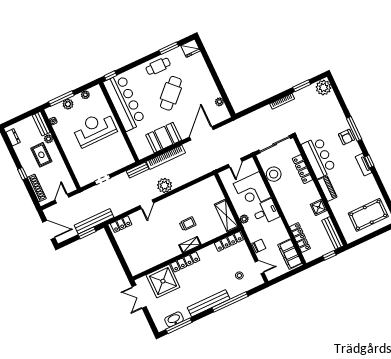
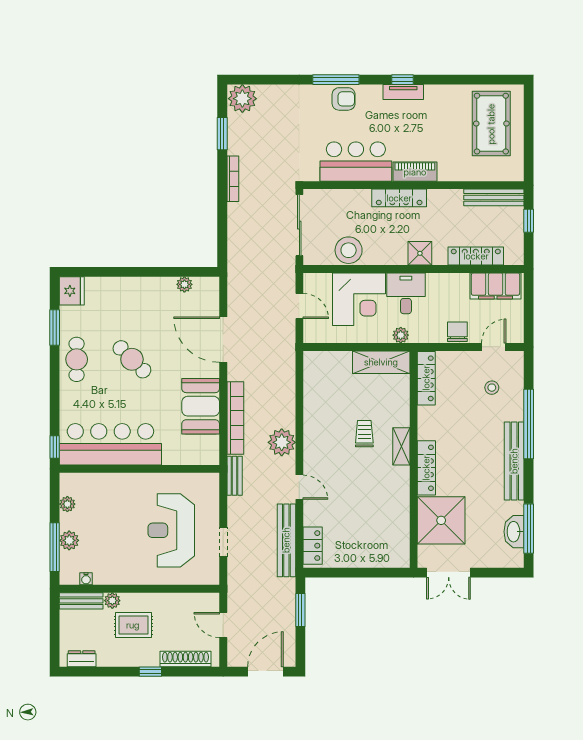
cafe table: (171, 93) -> (132, 359), width x0.73, depth x0.74
reception desk: (94, 129) -> (171, 530), moved
locker: (302, 169) -> (399, 198), moved
shower: (319, 207) -> (420, 253), moved
bench: (94, 221) -> (286, 540), moved

